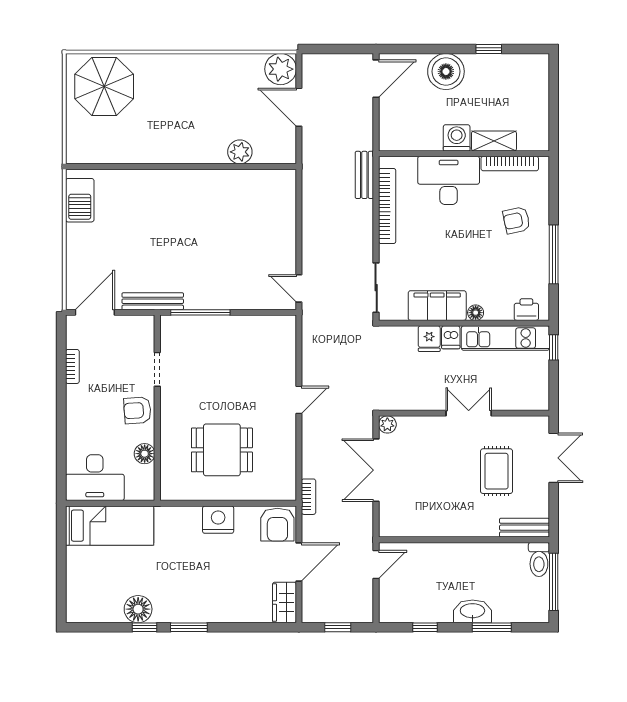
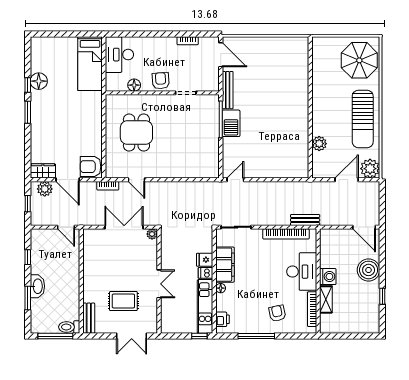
sun lounger: (200, 81) -> (363, 119), added
barbecue: (80, 200) -> (231, 123), moved, turned -90
door: (299, 400) -> (136, 180), moved
nightstand: (218, 520) -> (94, 130), removed
plant: (314, 599) -> (45, 189), added

